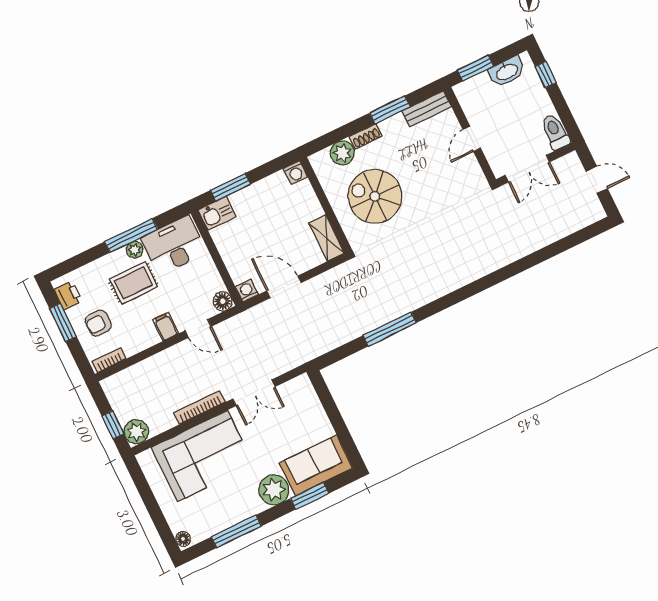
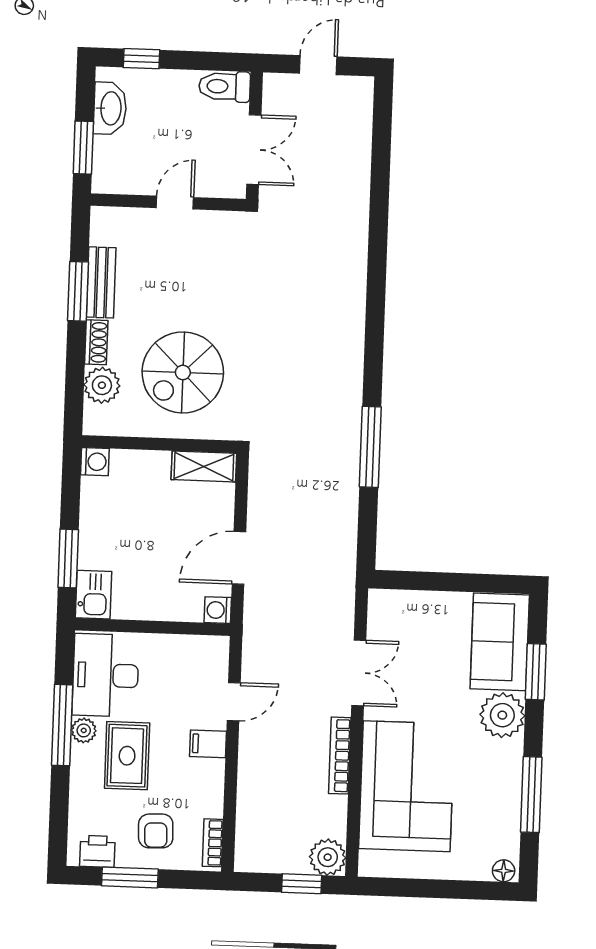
bench: (427, 109) -> (101, 282), moved
door: (472, 139) -> (175, 203), swing flipped
floor lamp: (223, 301) -> (215, 650), removed

